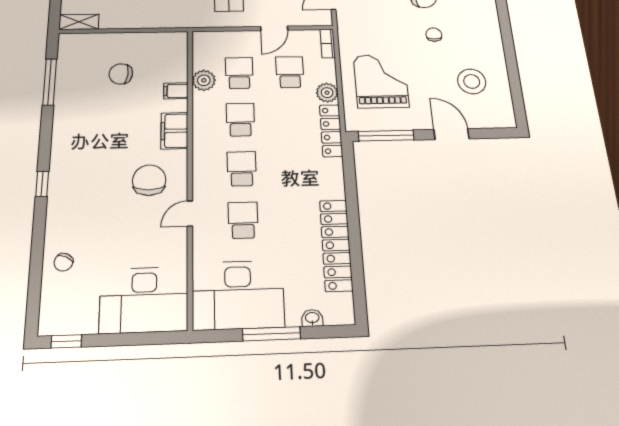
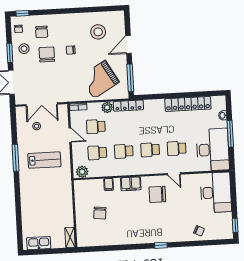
plant: (204, 80) -> (82, 172), moved
grand piano: (381, 81) -> (100, 79), turned -30
window: (50, 82) -> (106, 248), removed

